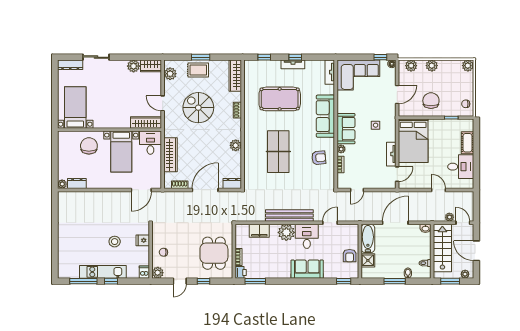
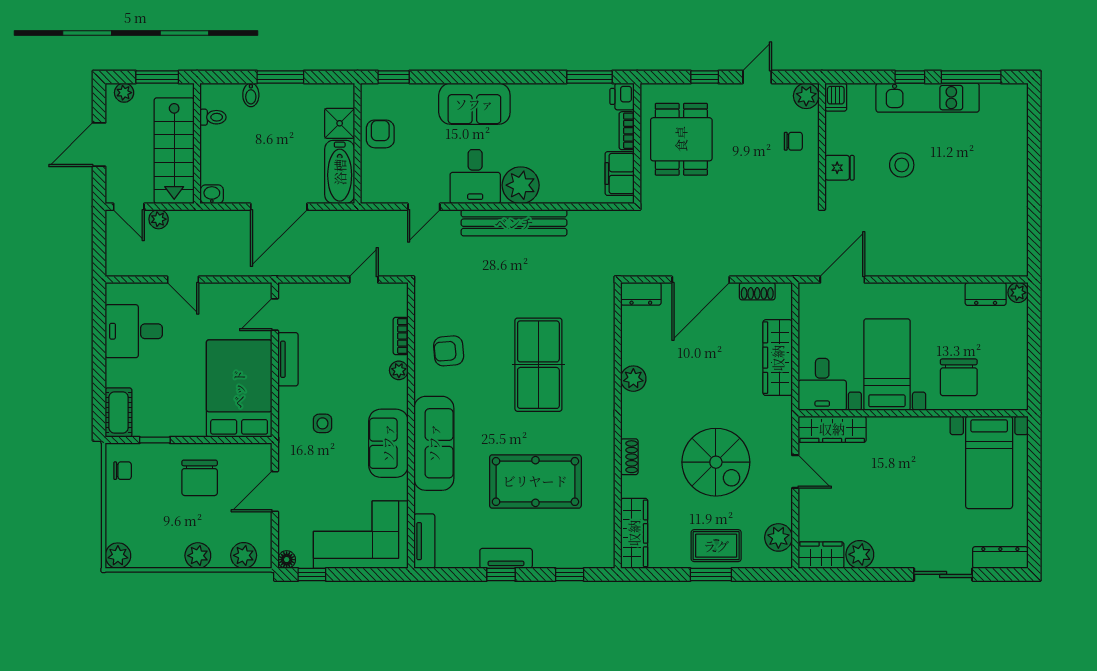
sofa: (346, 129) -> (388, 443), moved
cot: (468, 143) -> (119, 412), moved
filing cabinet: (259, 231) -> (620, 174), moved, turned -90
door: (476, 251) -> (99, 145), swing flipped

